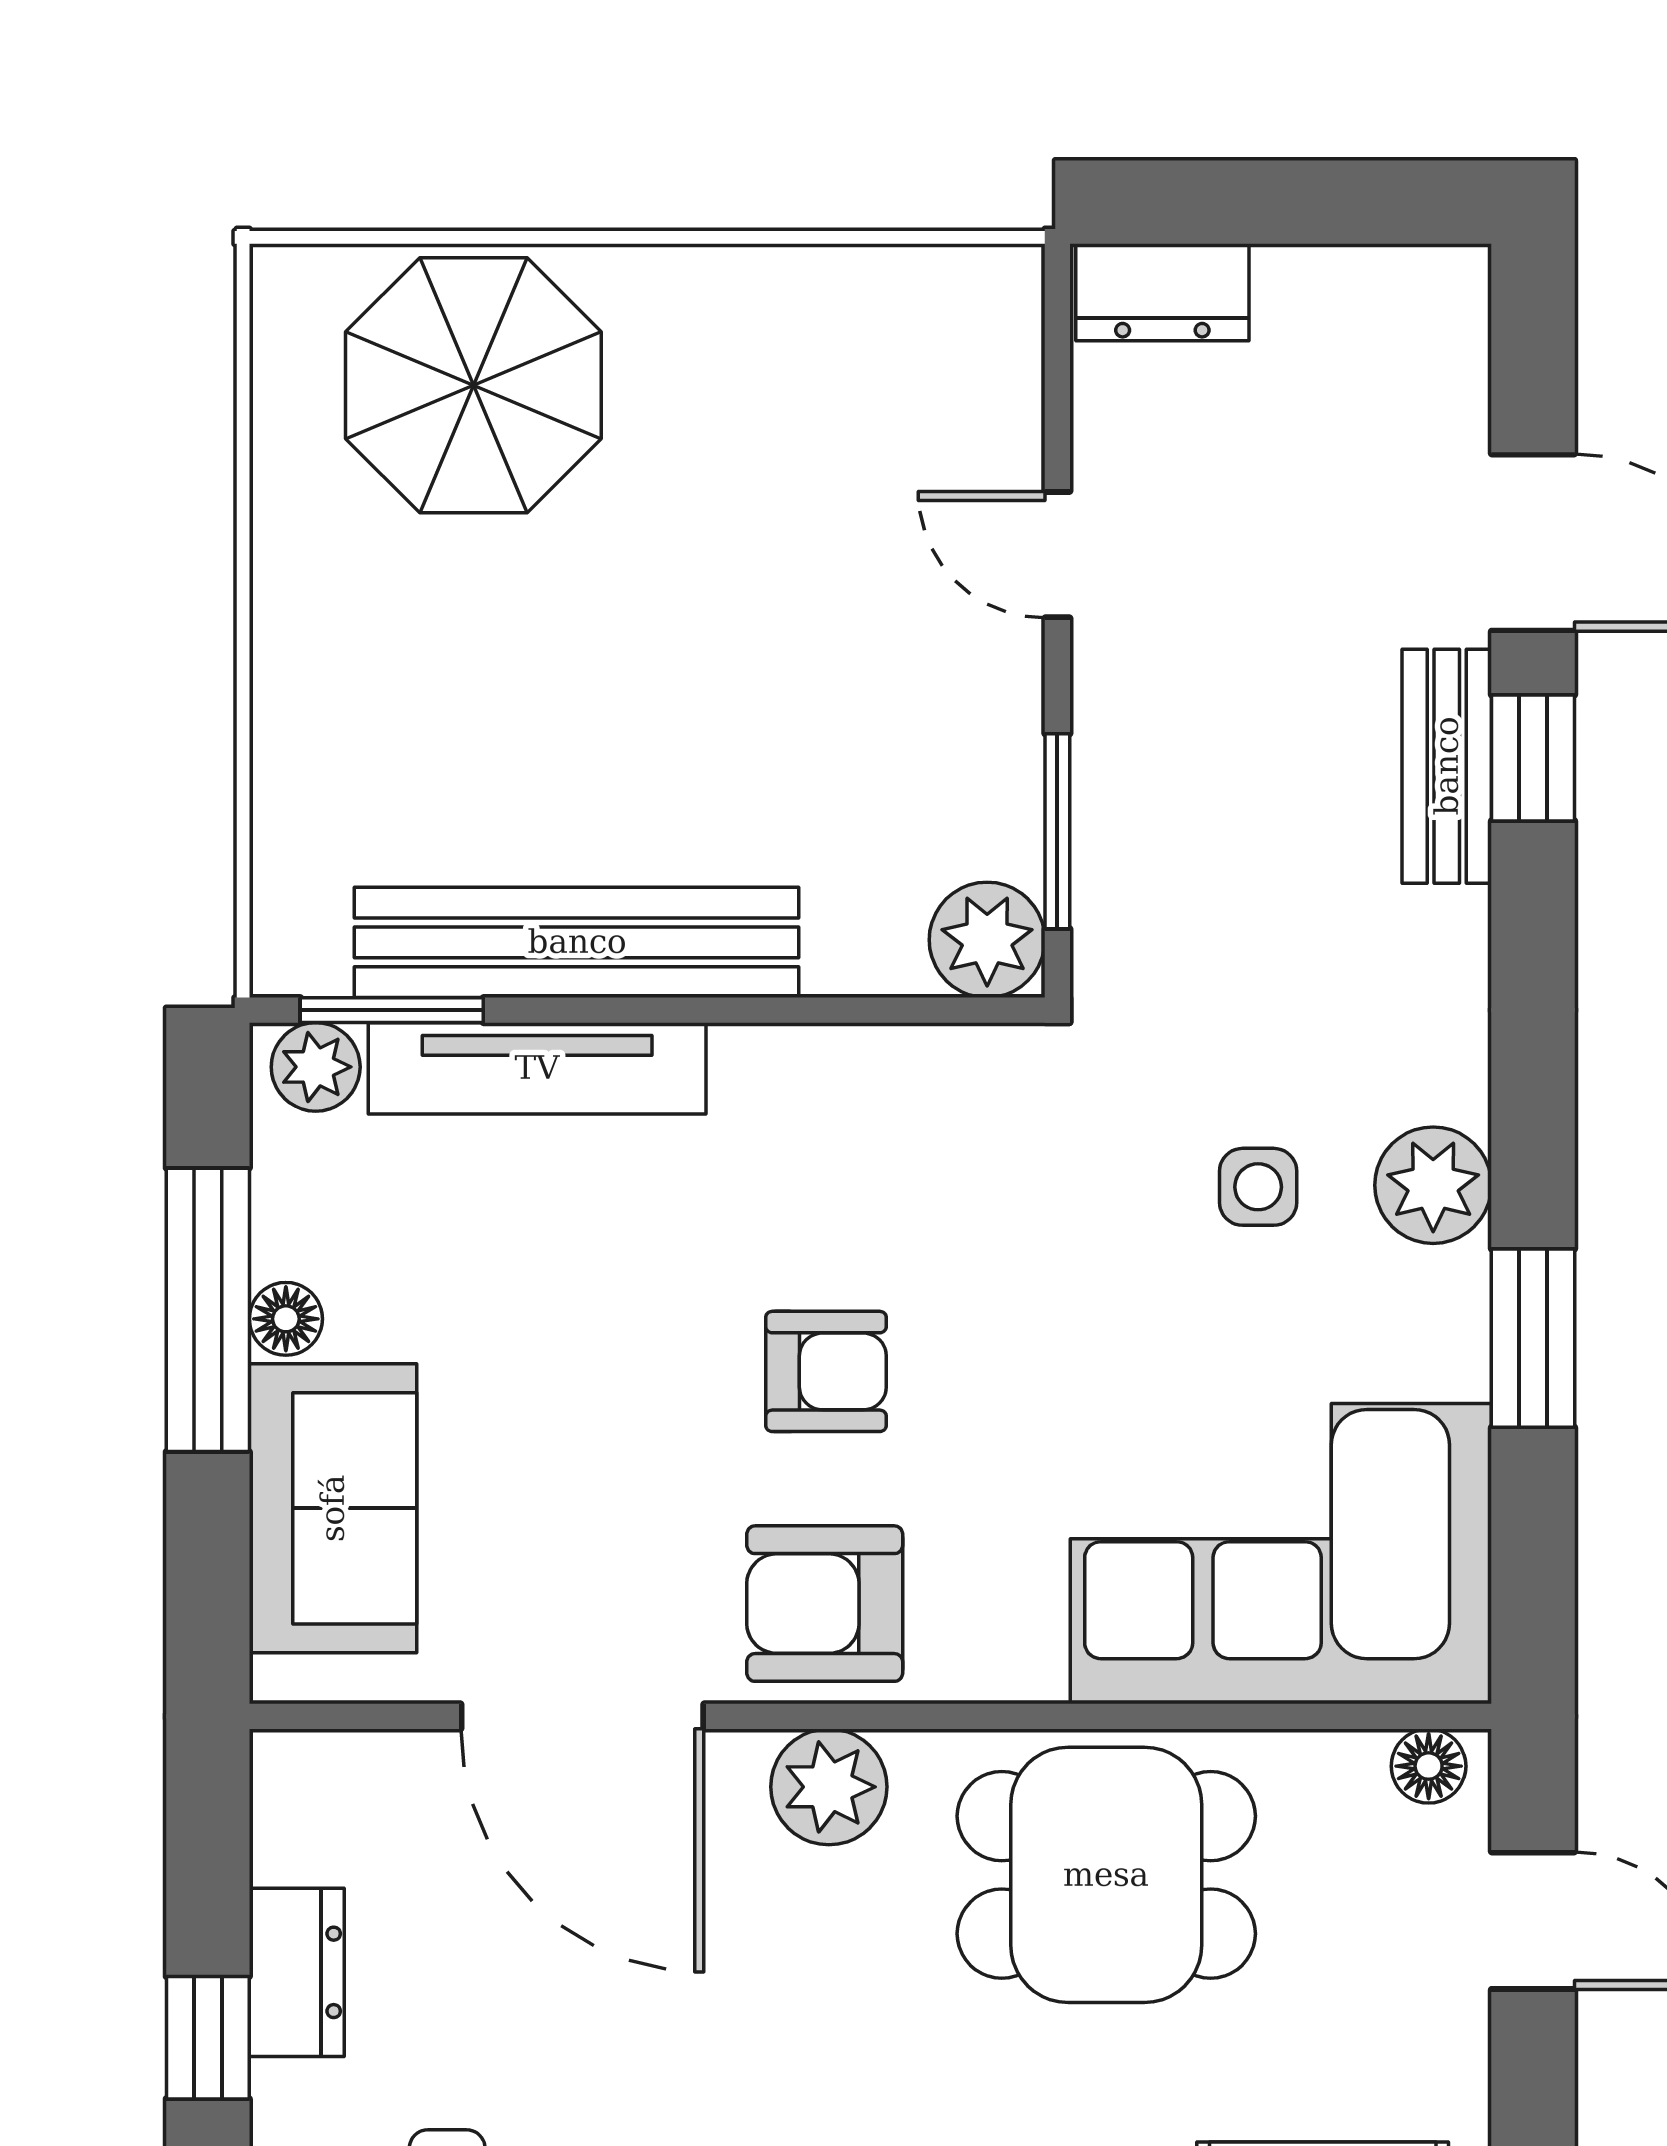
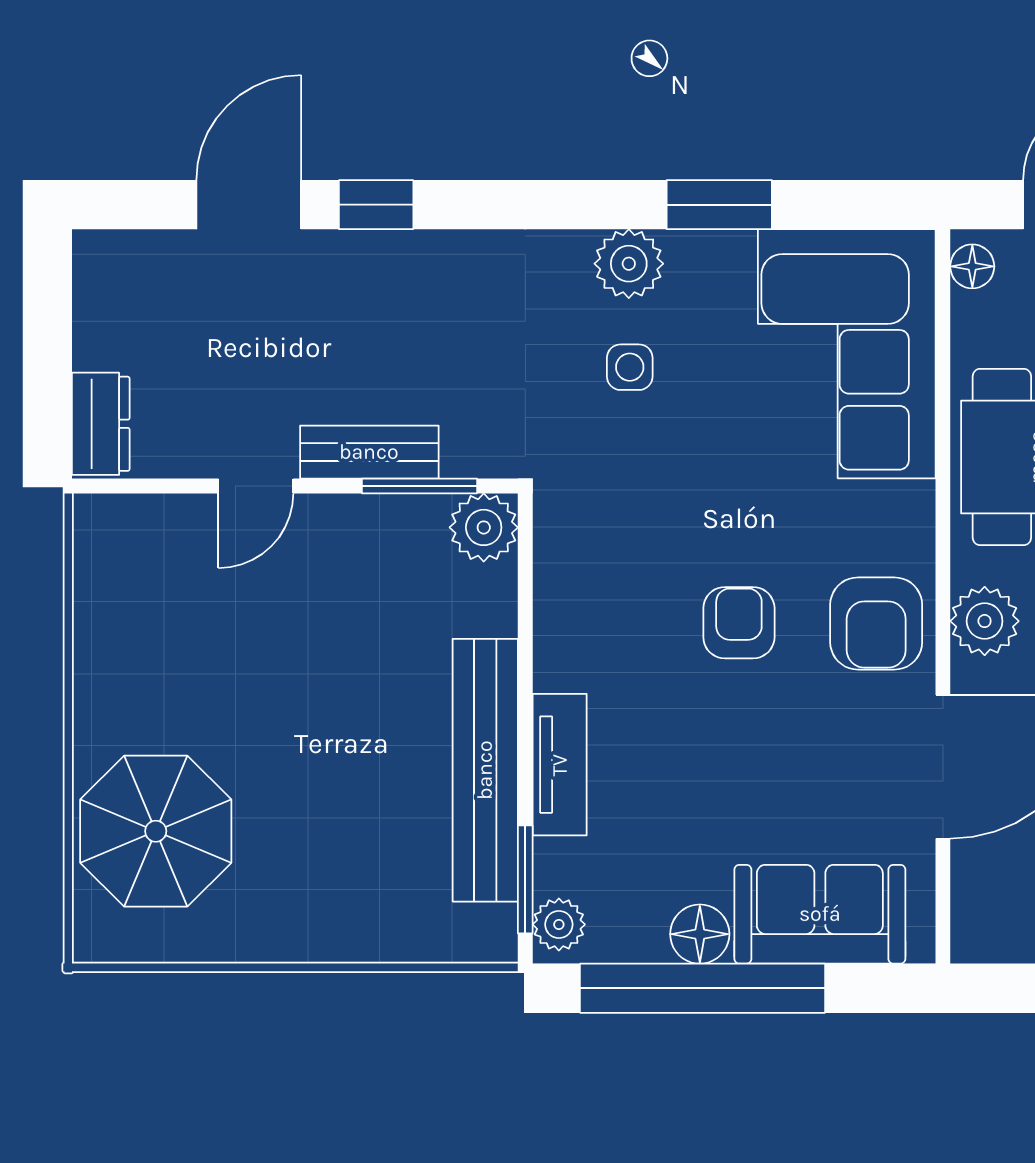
bench: (1447, 766) -> (369, 452), moved
tv unit: (537, 1068) -> (560, 765), width x0.71
window: (208, 1310) -> (703, 988), width x1.46
floor lamp: (286, 1319) -> (700, 934), width x1.37, depth x1.37

